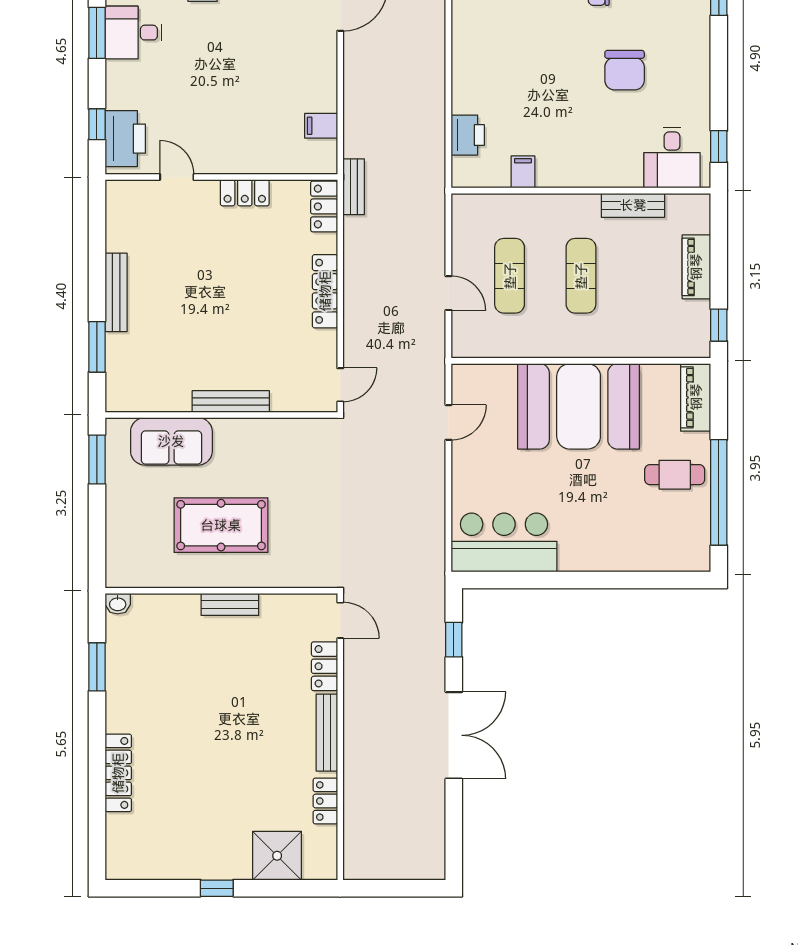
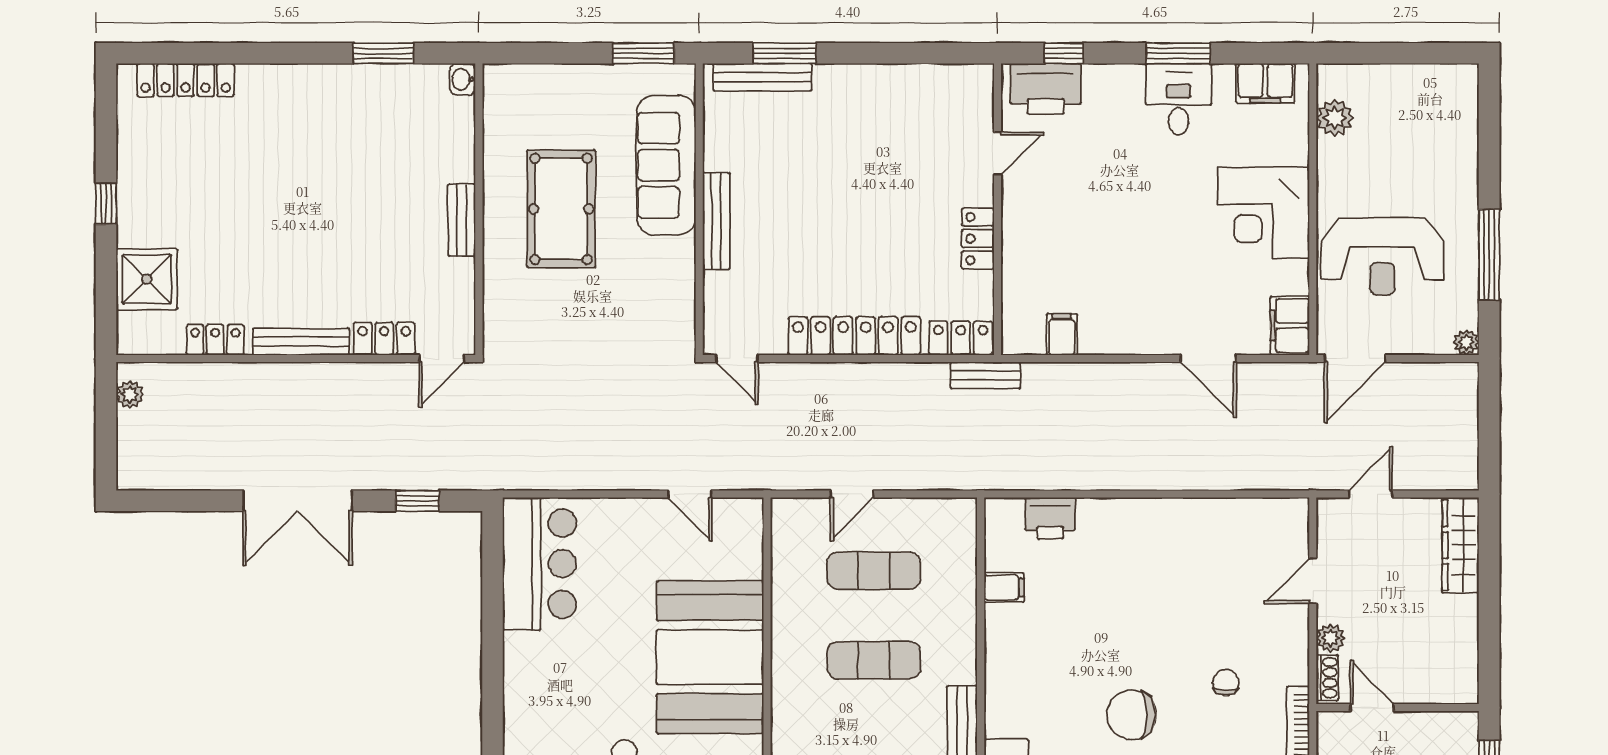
locker: (325, 291) -> (854, 336), width x1.41, depth x1.21
bench: (116, 292) -> (762, 77), moved
sofa: (171, 441) -> (666, 165), width x1.36
locker: (118, 773) -> (186, 80), moved
plant: (369, 869) -> (130, 395), added

